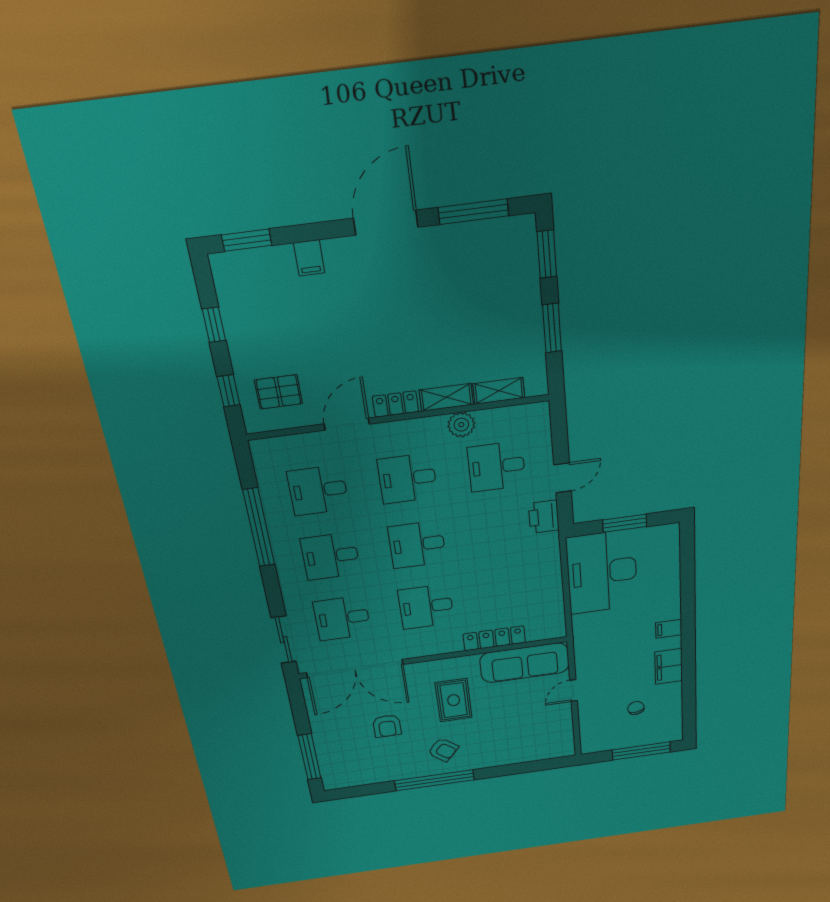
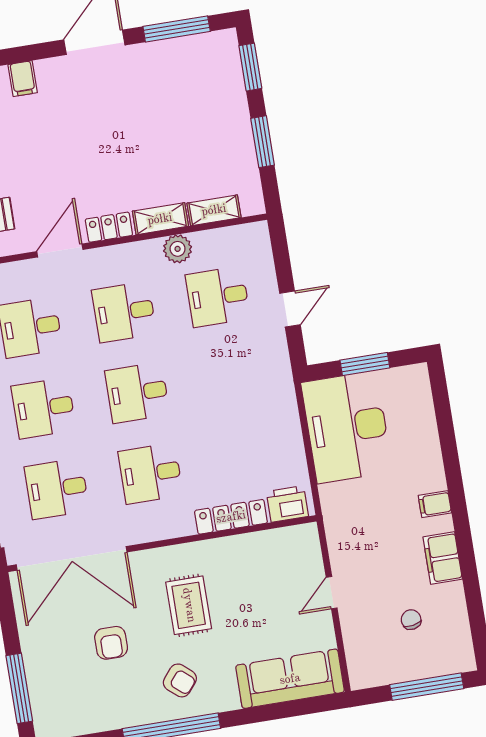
printer: (544, 517) -> (287, 504), moved, turned 90
sofa: (525, 663) -> (290, 679), moved, turned 180

